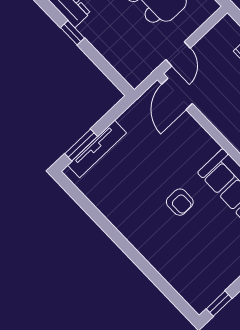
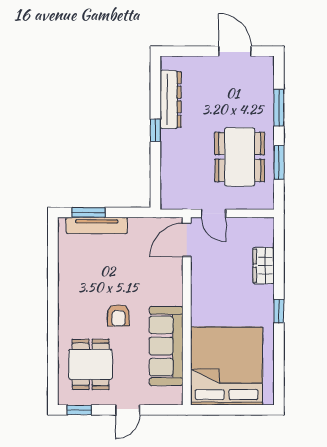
door: (178, 54) -> (214, 213), hinge flipped
dining table: (194, 260) -> (91, 364), added

